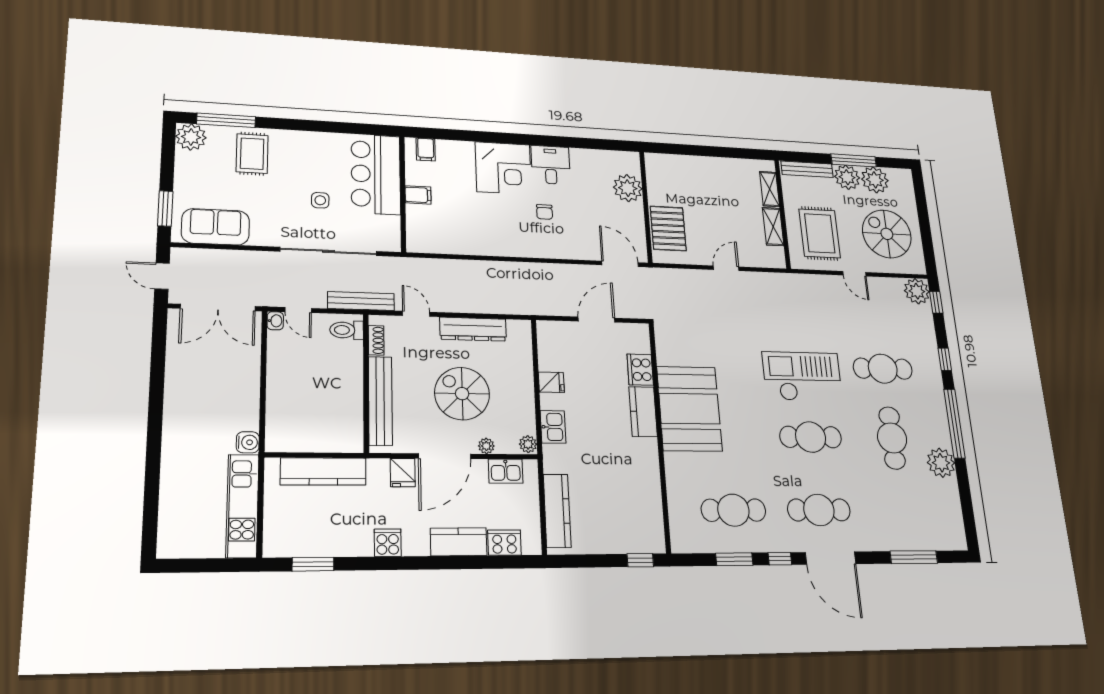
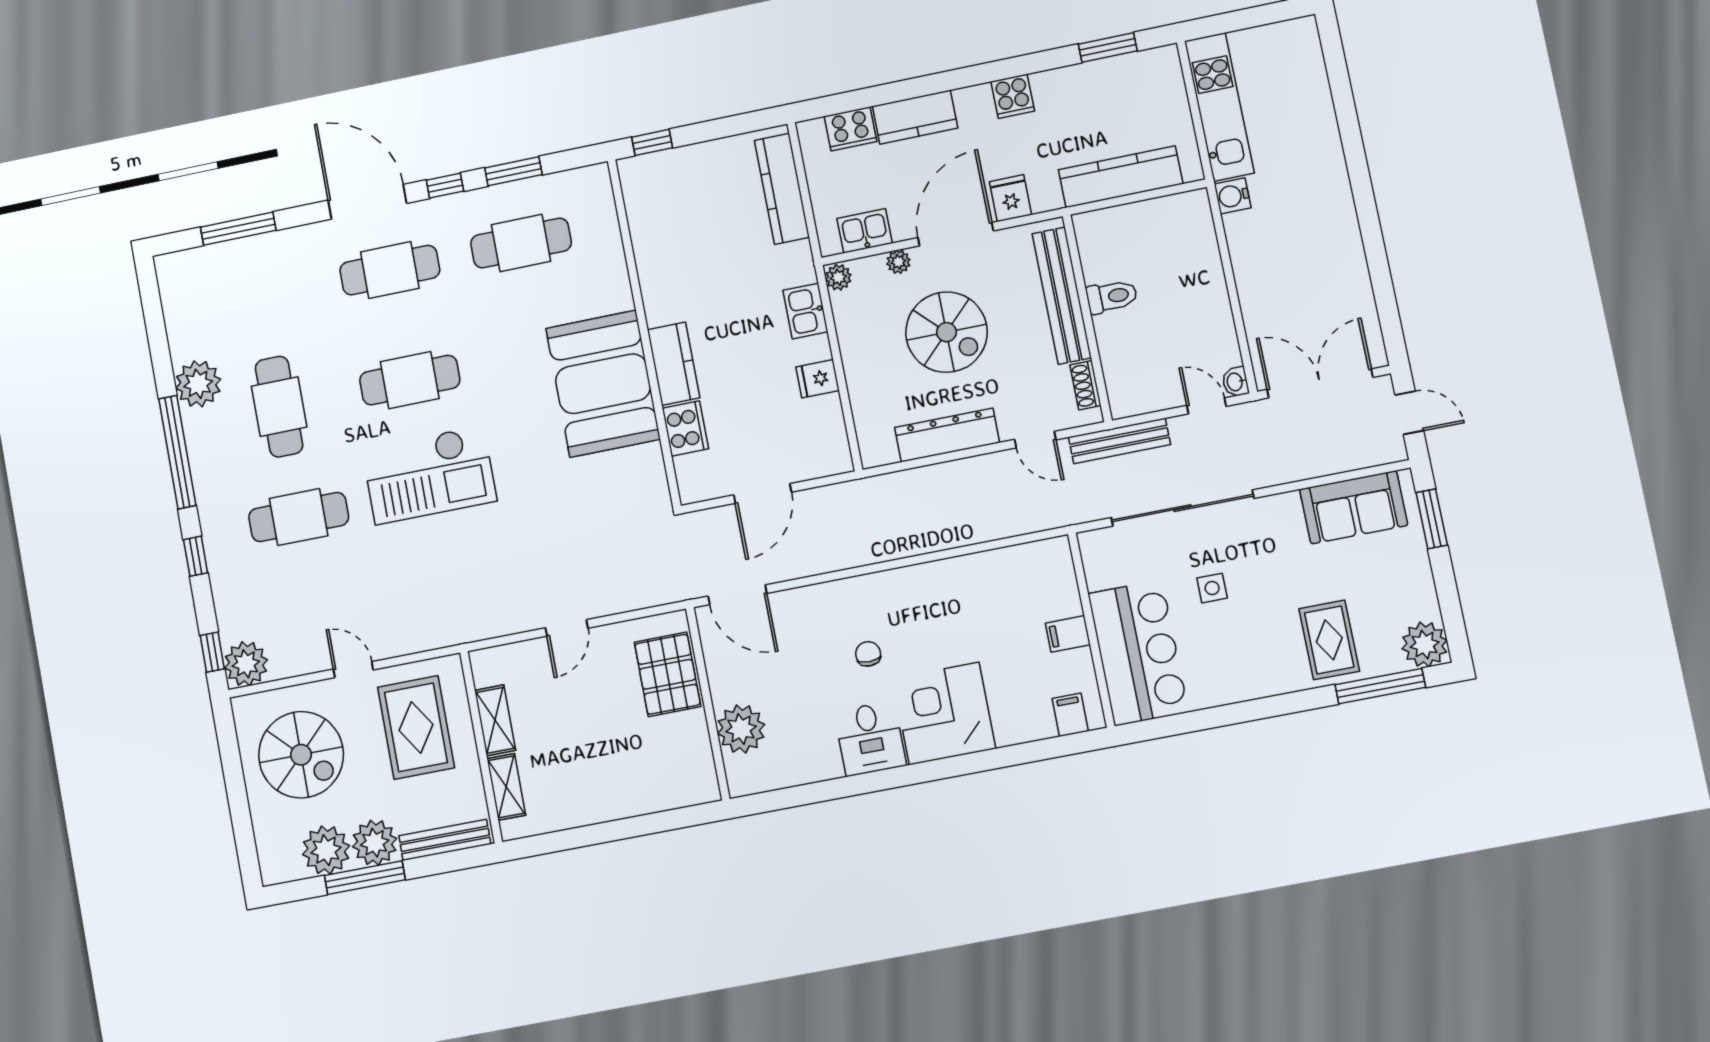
toilet: (347, 330) -> (1112, 296), moved

